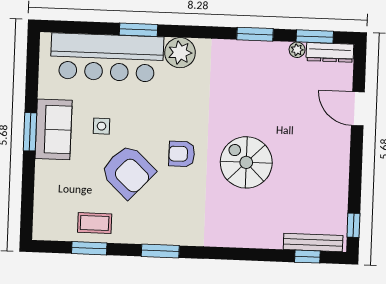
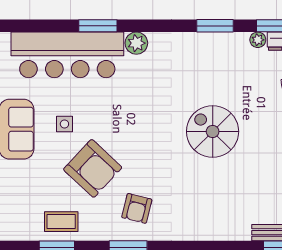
plant: (180, 53) -> (136, 43), width x0.73, depth x0.73
armchair: (182, 154) -> (137, 208), moved, turned -76
spiral stairs: (246, 162) -> (213, 132), moved

